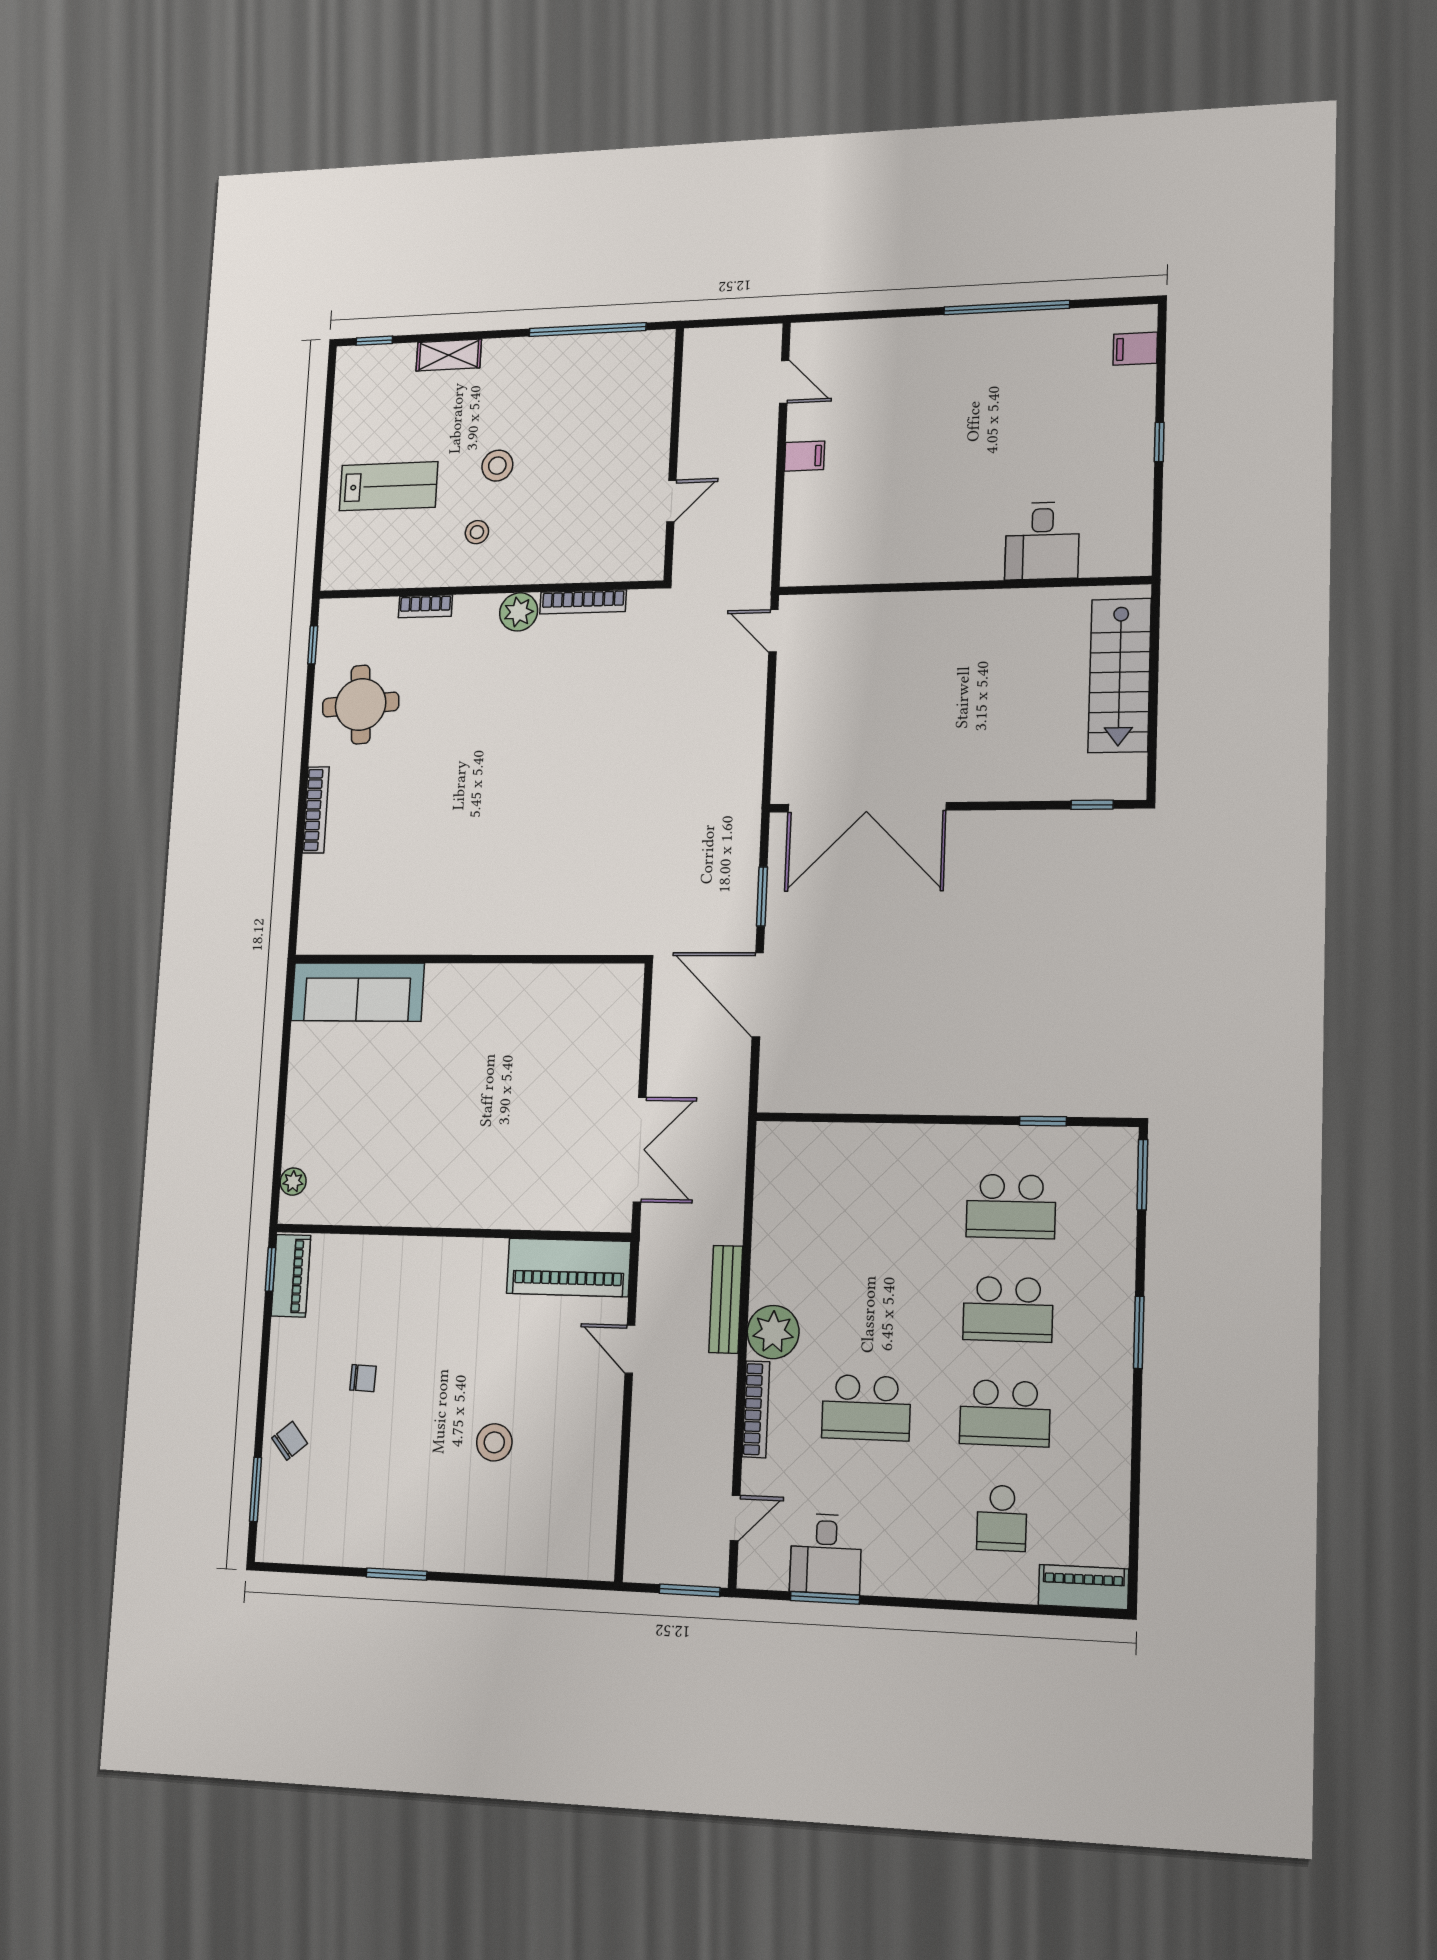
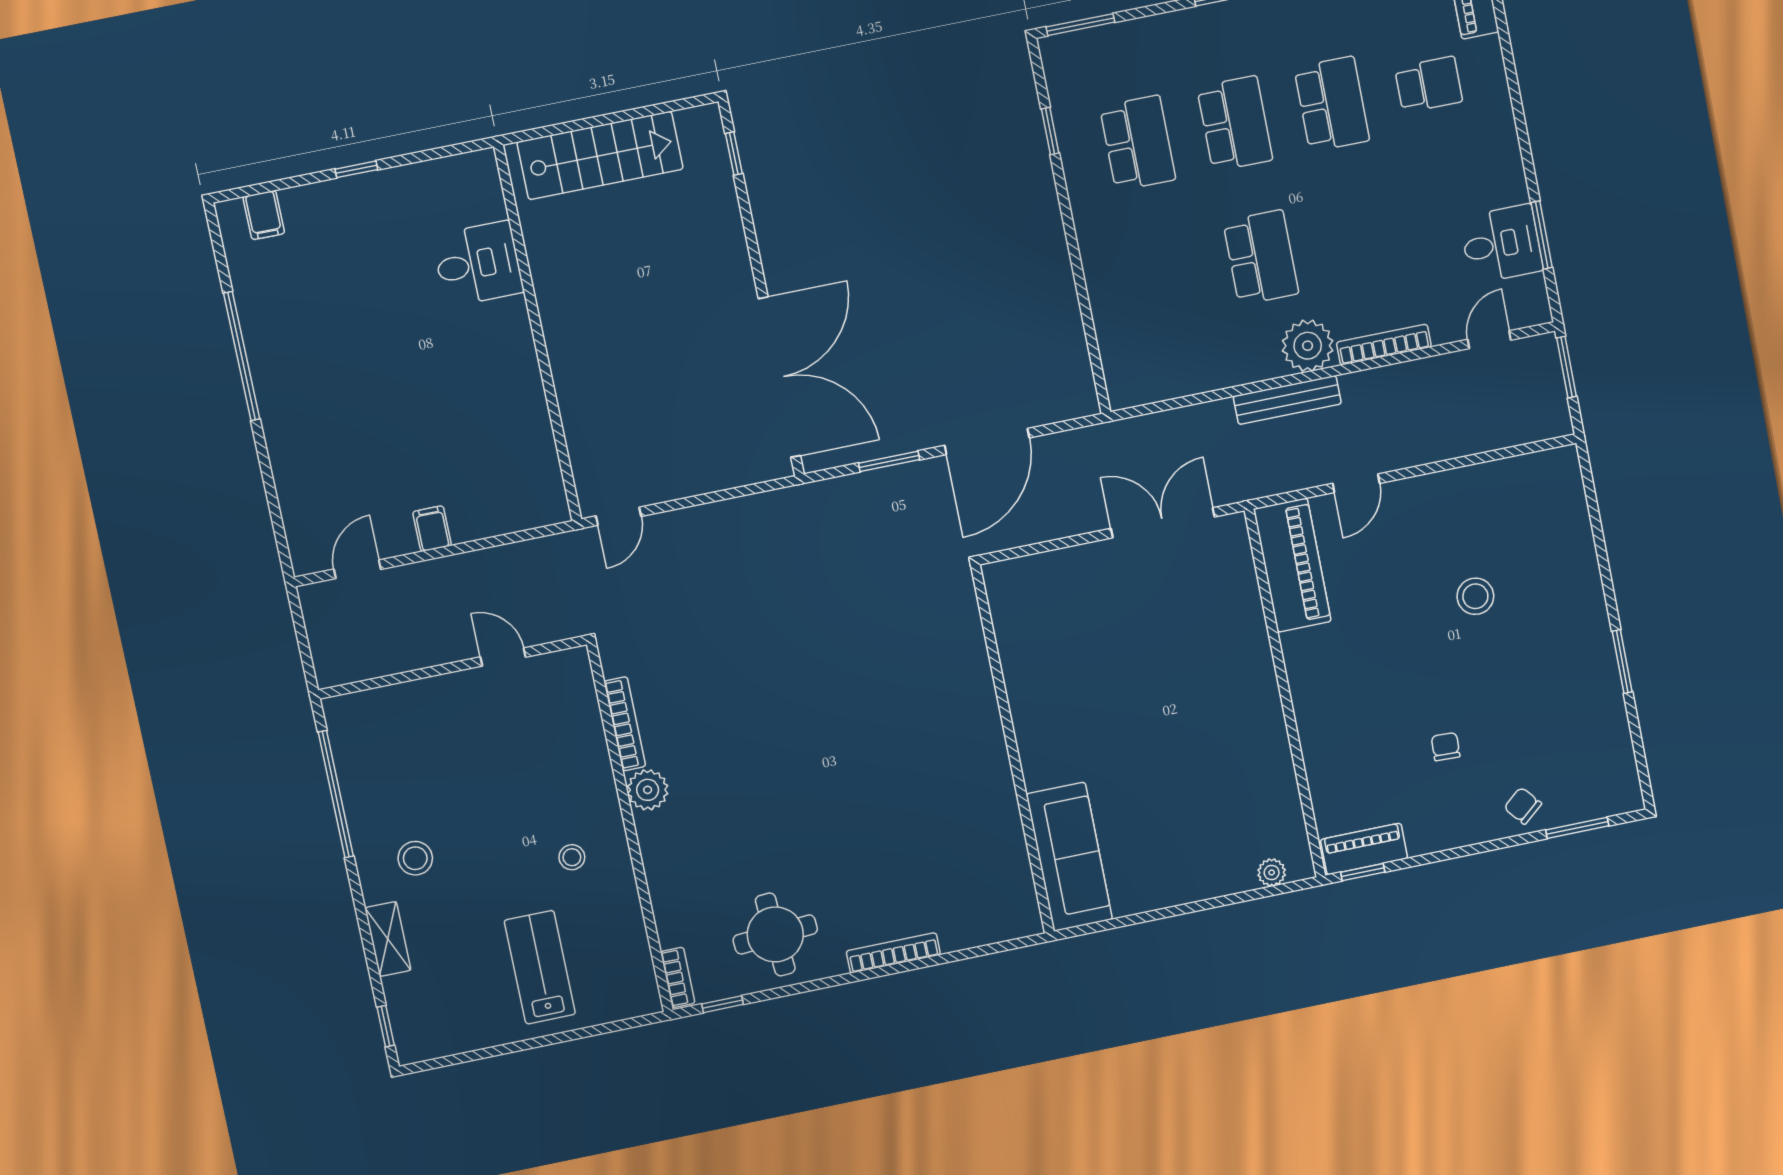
stool: (497, 466) -> (415, 858), moved
bookcase: (425, 606) -> (678, 977), moved
school desk: (866, 1408) -> (1261, 257), moved
door: (735, 1518) -> (1489, 340), hinge flipped

